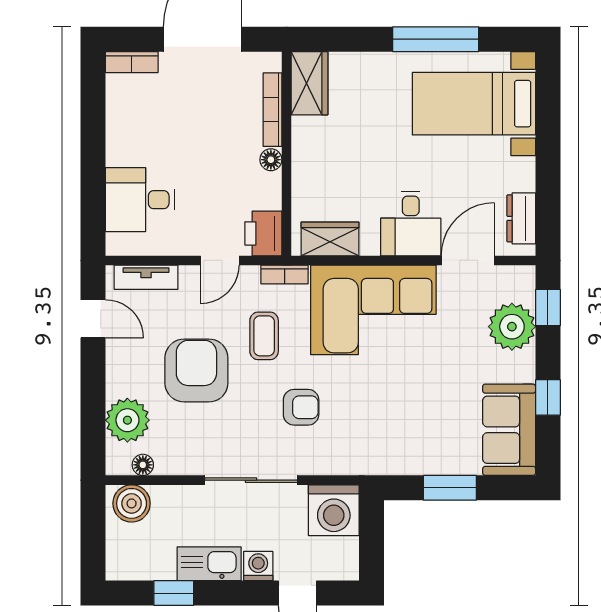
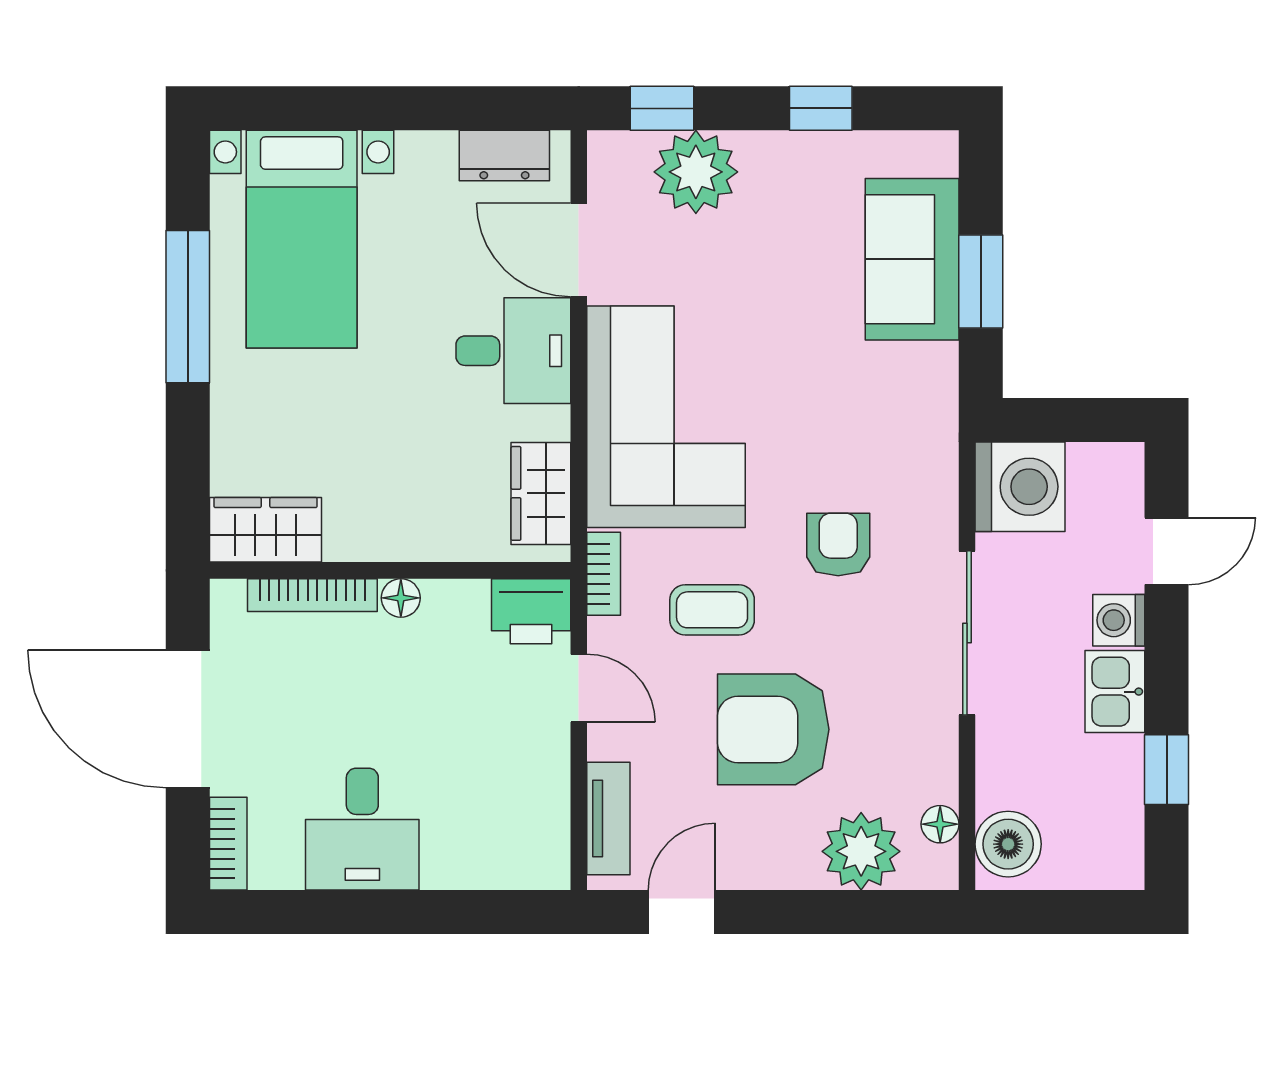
desk: (140, 200) -> (362, 829), moved
sofa: (509, 430) -> (912, 259), moved, turned 90
kitchen sink: (209, 564) -> (1115, 692), width x0.73

